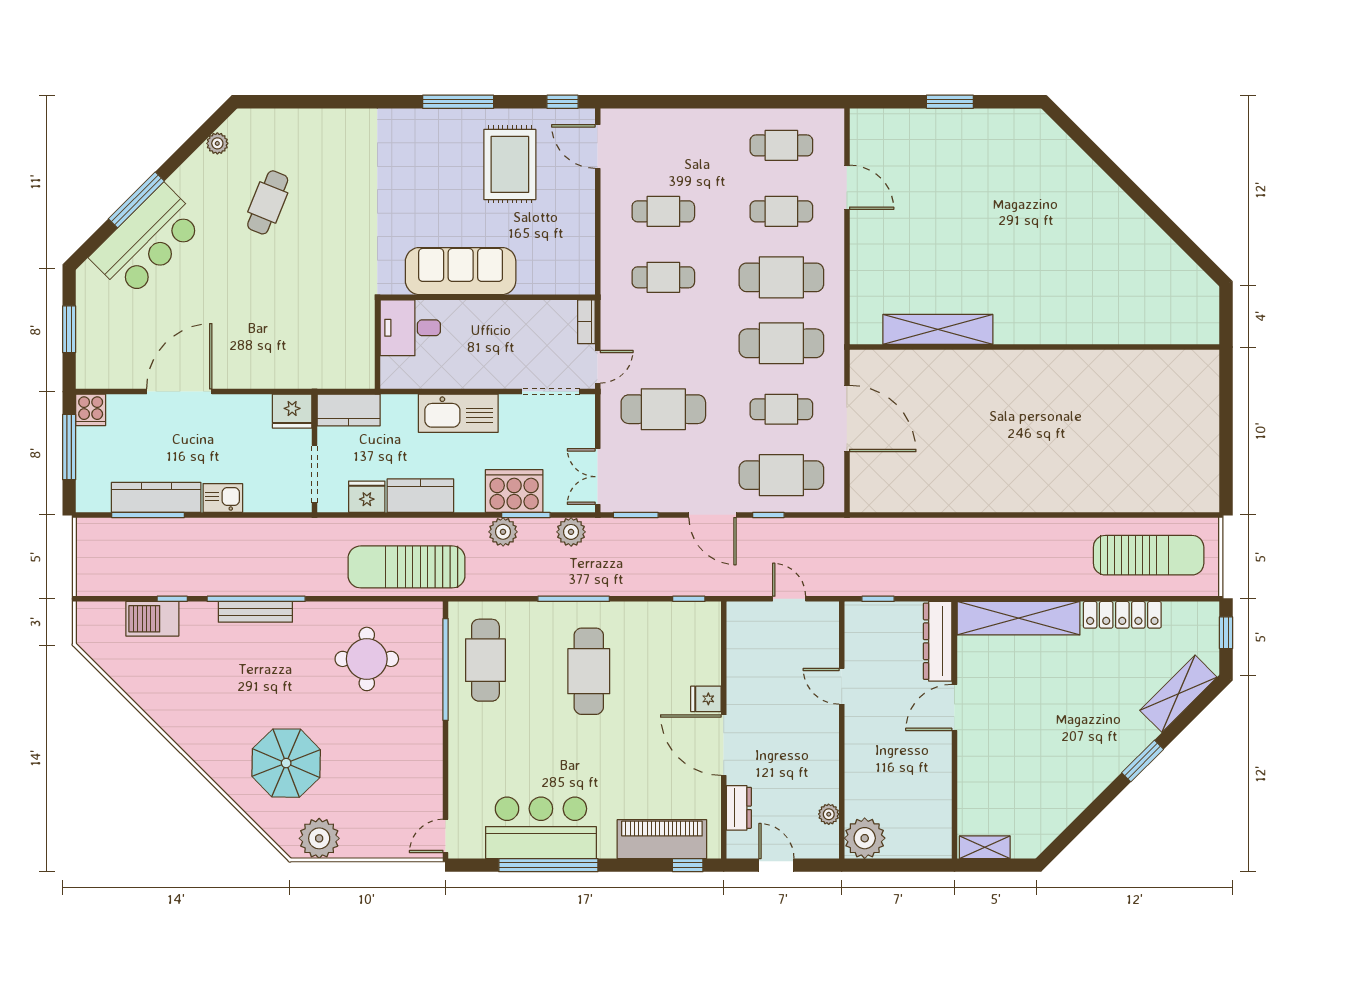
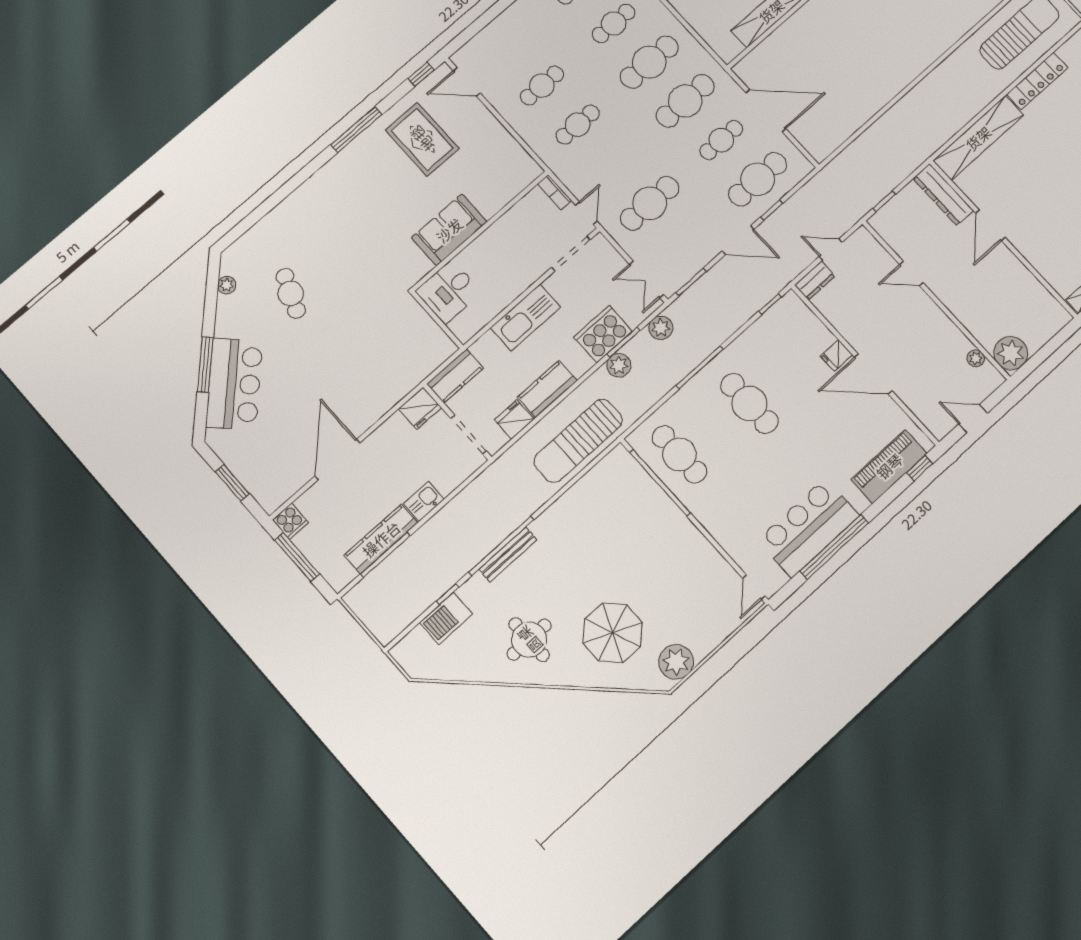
sofa: (461, 271) -> (449, 230), width x0.73
round table: (367, 659) -> (529, 640), moved
dresser: (739, 808) -> (815, 281), moved, turned 90

